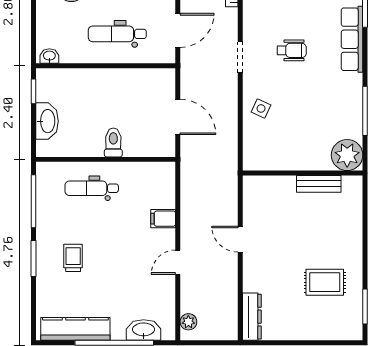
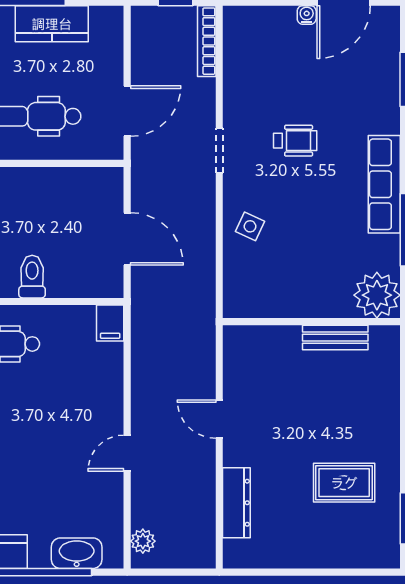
row of seats: (352, 39) -> (384, 184), moved
filing cabinet: (163, 219) -> (110, 323), moved, turned -90
dresser: (252, 317) -> (236, 503), moved

